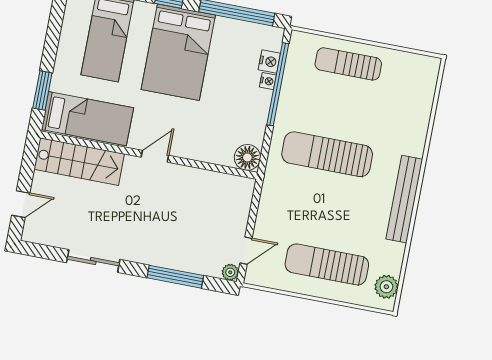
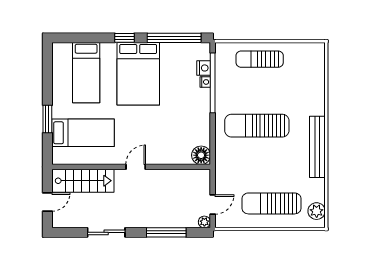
wall: (149, 155) -> (131, 167), moved
door: (155, 156) -> (136, 167), moved
floor lamp: (247, 157) -> (201, 155), moved
stairs: (79, 162) -> (83, 181), moved

